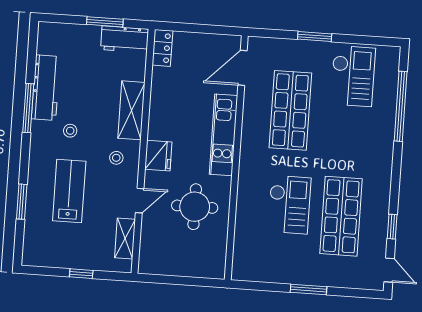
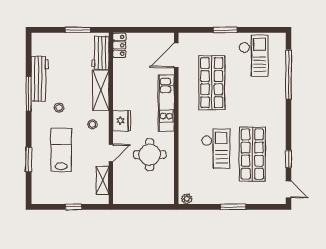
workbench: (125, 39) -> (100, 53), moved, turned 90
plant: (243, 273) -> (187, 199), added

